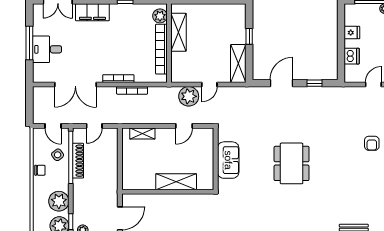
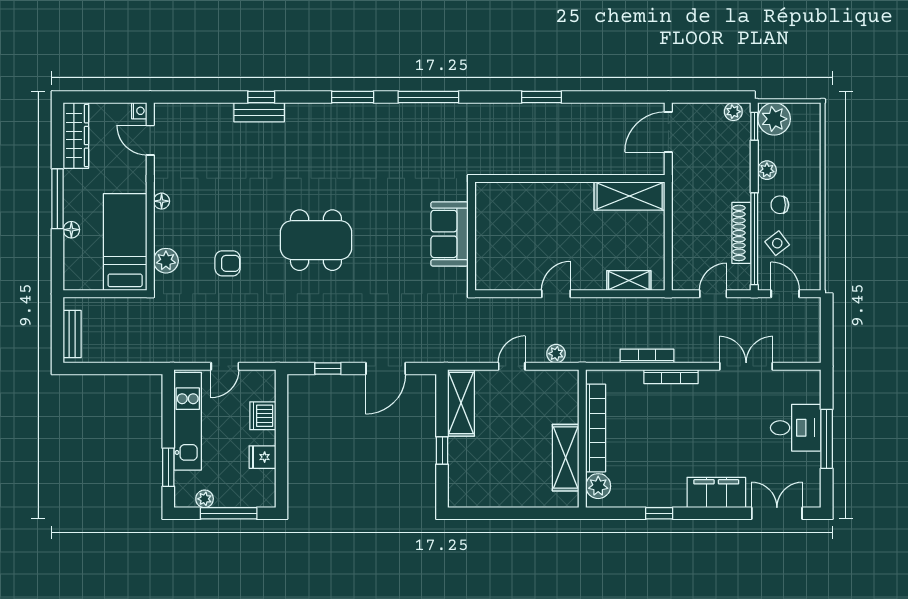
double door: (75, 84) -> (746, 366), width x0.73
plant: (189, 96) -> (556, 354), width x0.53, depth x0.53
armchair: (372, 143) -> (228, 263), turned 90
wall: (216, 159) -> (471, 236), moved
sofa: (228, 160) -> (449, 234), moved
dining table: (292, 163) -> (316, 240), moved, turned 90
chair: (40, 170) -> (780, 205), moved
shelving: (176, 182) -> (630, 196), moved
plant: (59, 201) -> (767, 170), width x0.53, depth x0.53

